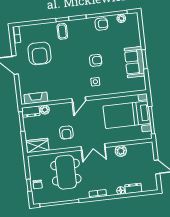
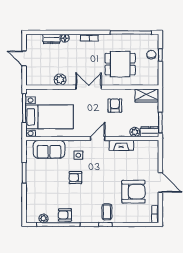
armchair: (39, 53) -> (133, 192), turned 90
sofa: (135, 62) -> (49, 149), moved, turned 90
fireplace: (36, 98) -> (121, 145), moved
dining table: (66, 172) -> (120, 64), width x0.73

